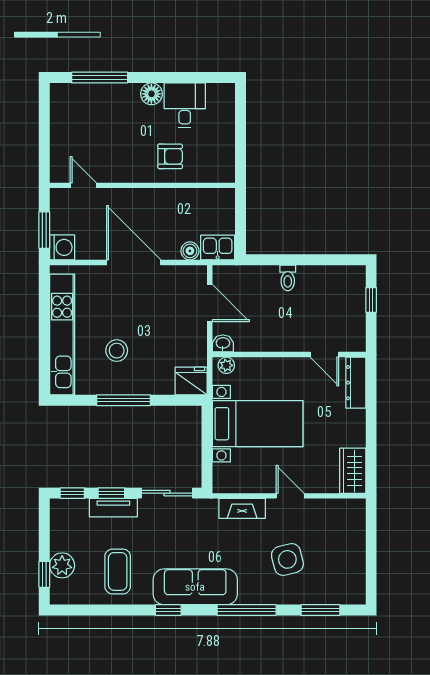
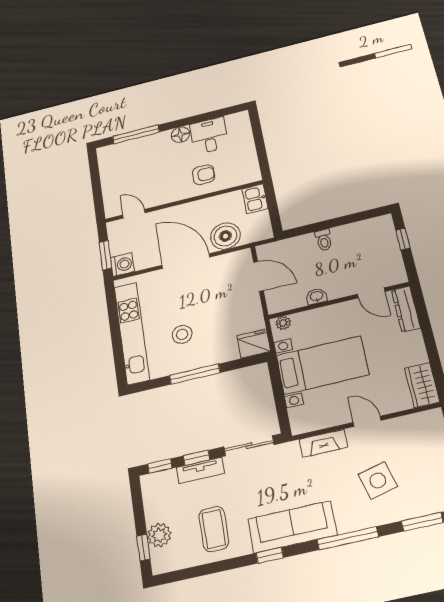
kitchen sink: (218, 248) -> (255, 199), moved, turned -90
boiler: (190, 251) -> (225, 236), width x1.86, depth x1.86
washbasin: (223, 343) -> (316, 296), moved

